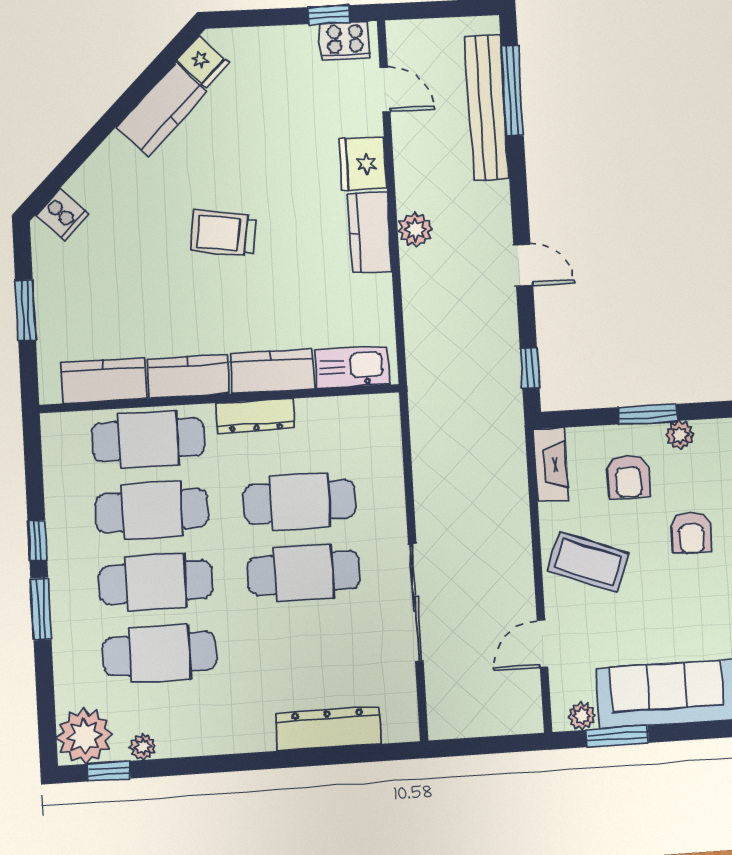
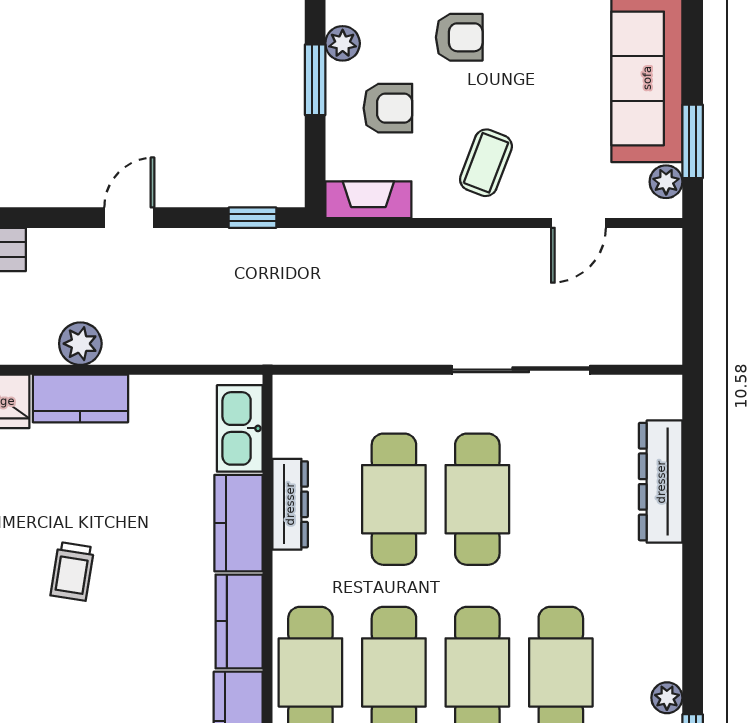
trolley: (223, 233) -> (72, 571), width x0.73, depth x0.72
dresser: (256, 416) -> (290, 504), moved
coffee table: (588, 562) -> (486, 163), width x0.73, depth x0.77
door: (543, 644) -> (578, 223), hinge flipped

